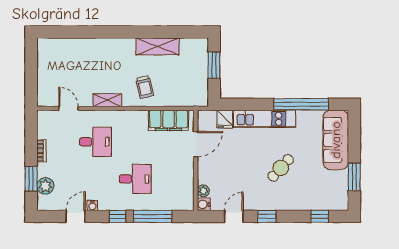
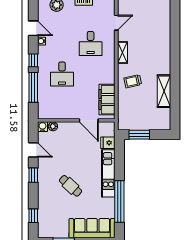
window: (214, 65) -> (139, 135), moved

